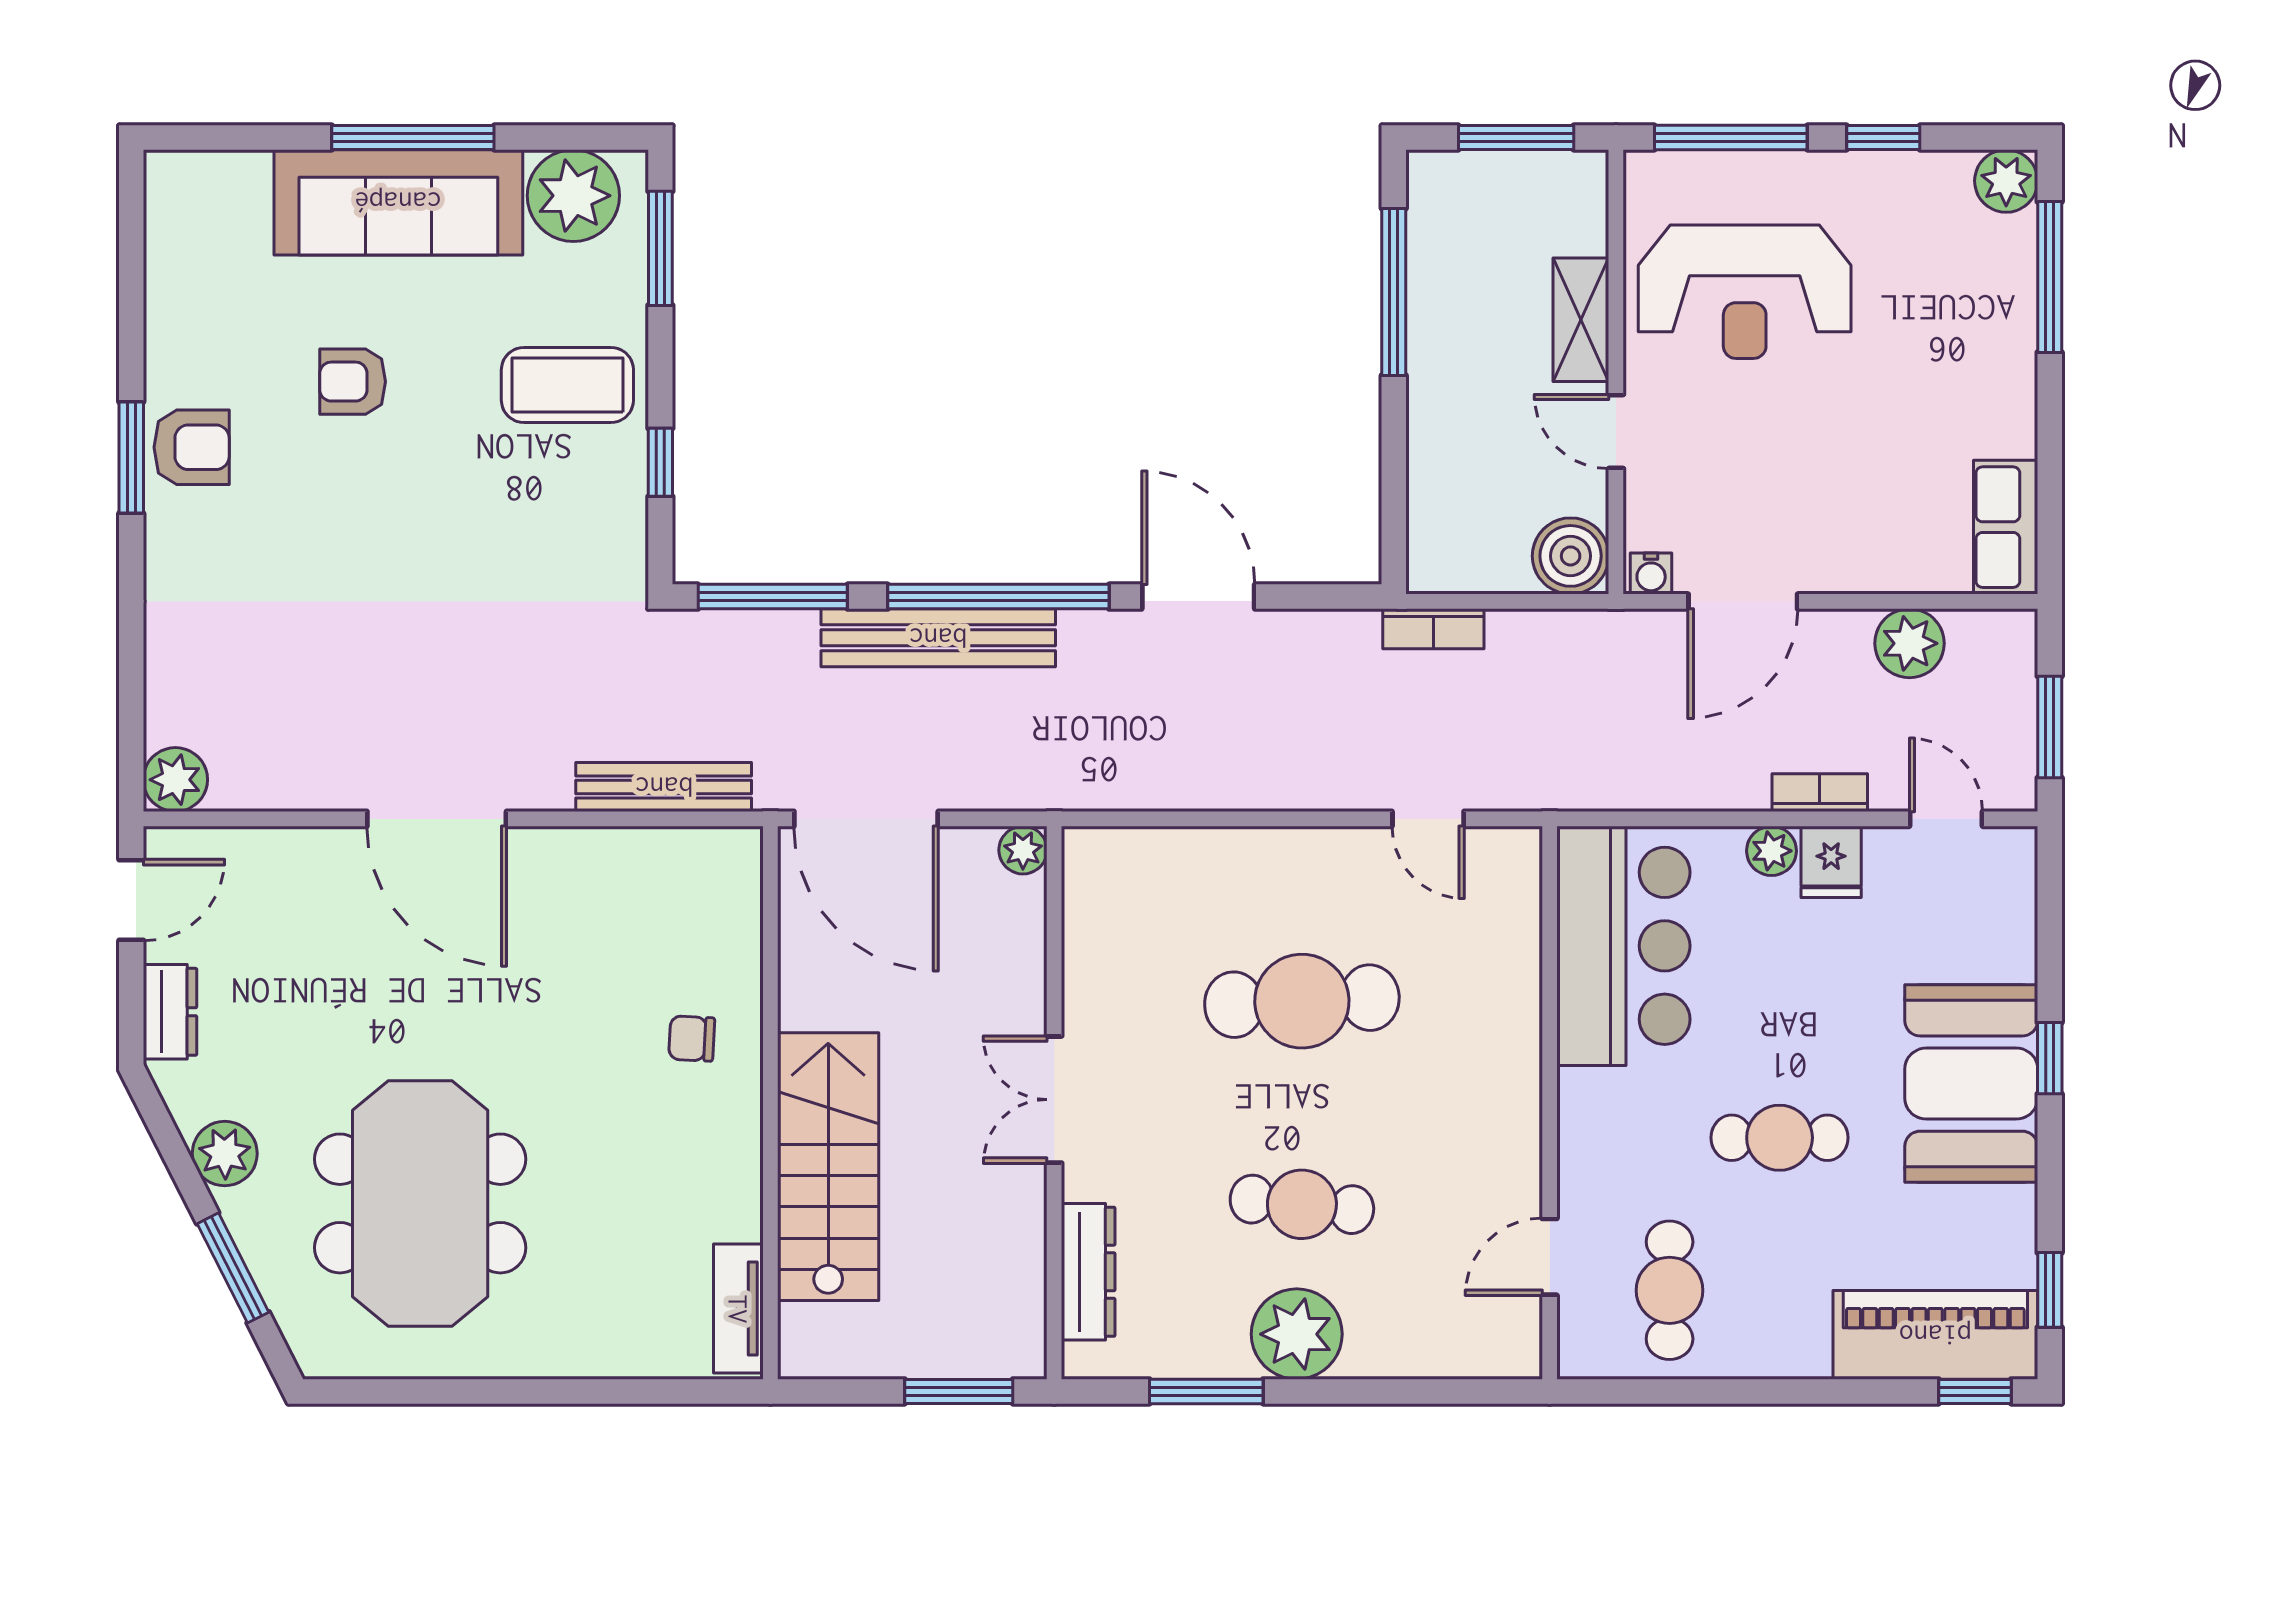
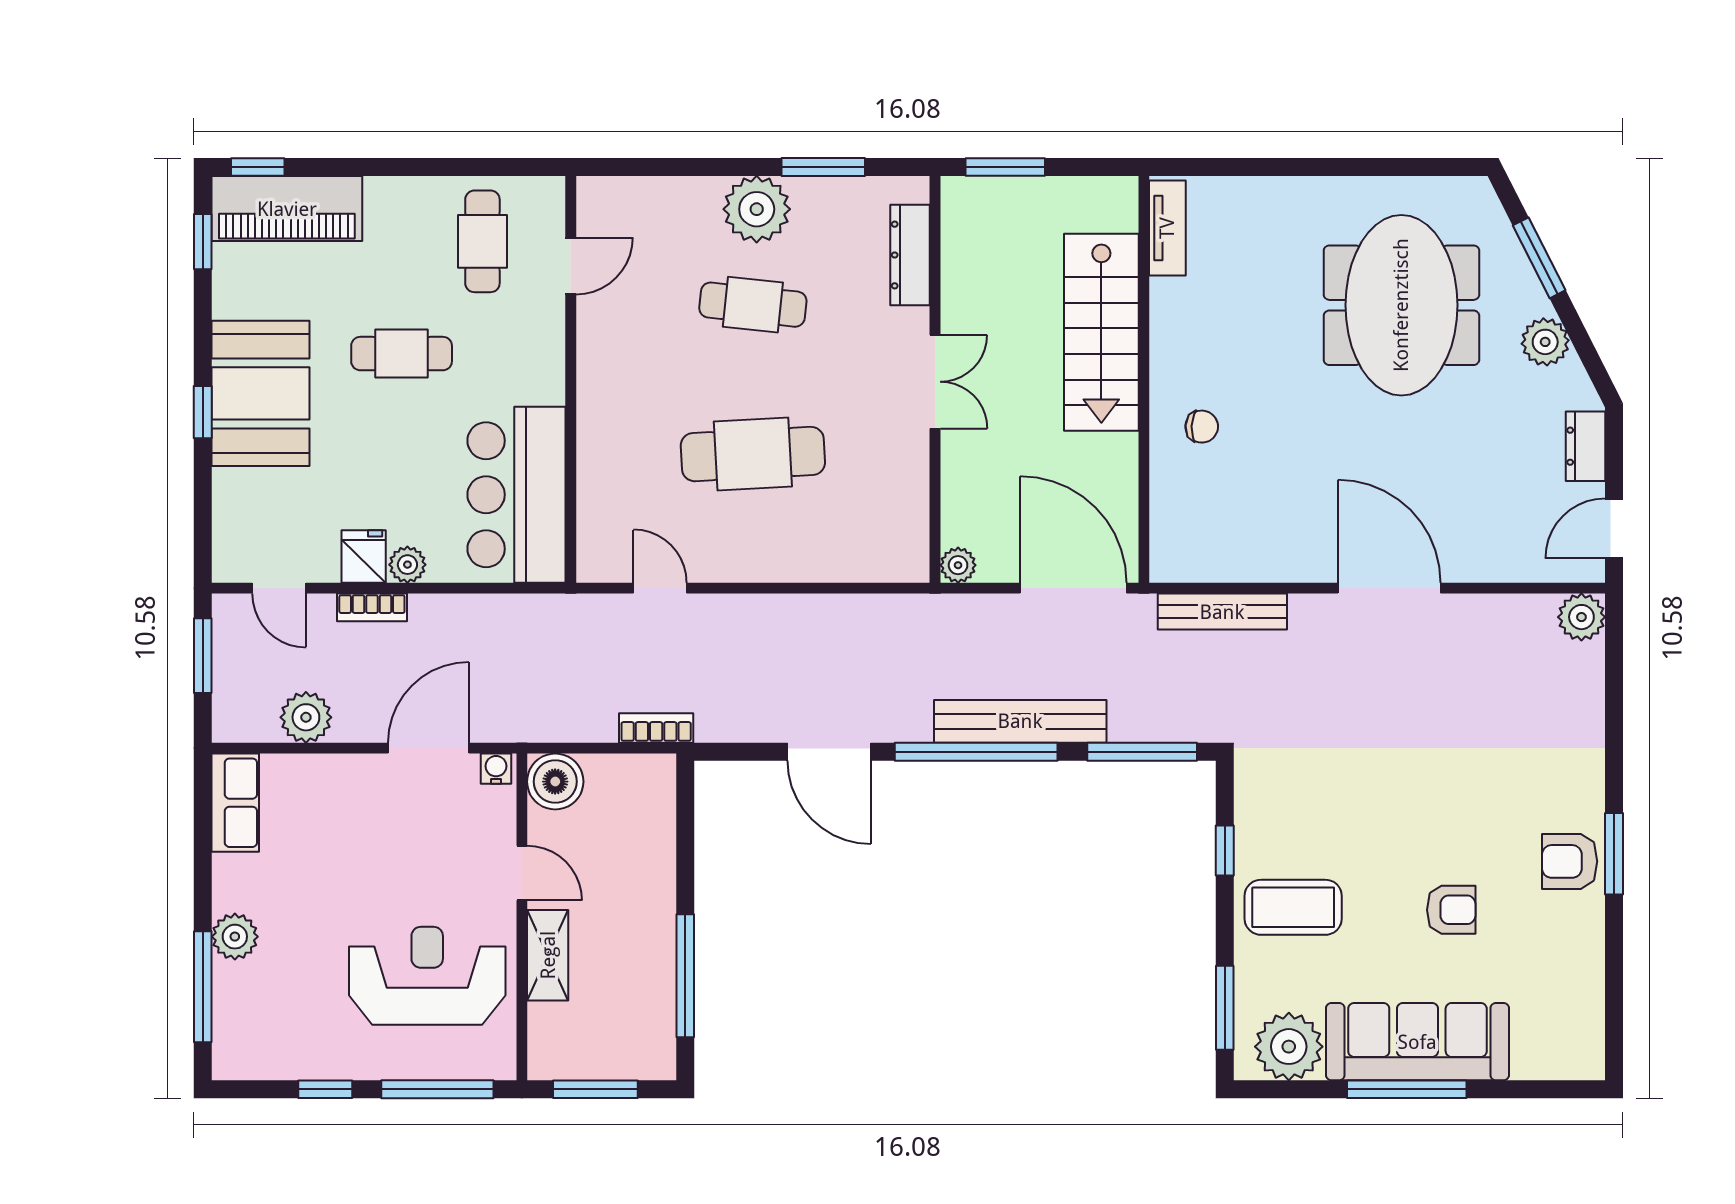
plant: (2006, 181) -> (235, 937), moved

